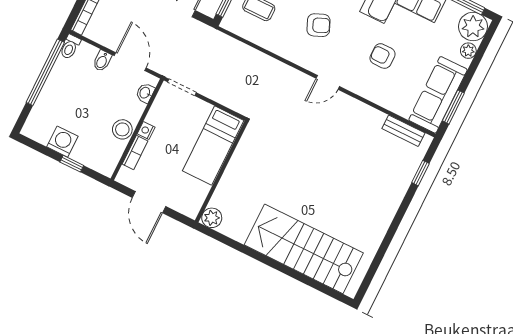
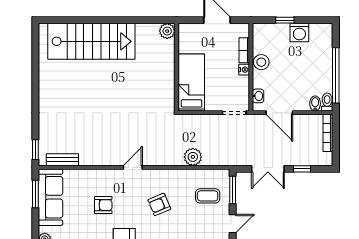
plant: (254, 60) -> (193, 157), added
bidet: (102, 61) -> (315, 103), moved
window: (421, 173) -> (35, 150), moved

